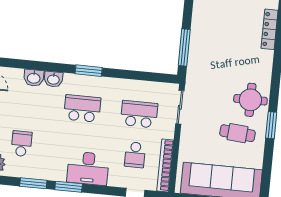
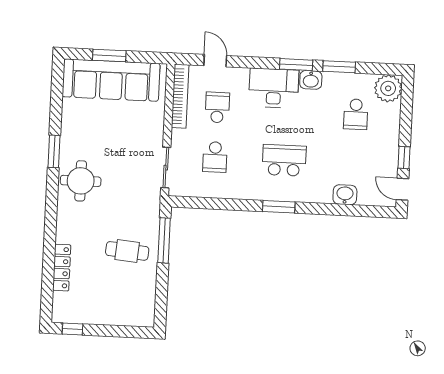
washbasin: (53, 79) -> (311, 80), moved, turned 180
school desk: (82, 109) -> (284, 160), turned 180
school desk: (139, 114) -> (215, 157), width x0.54
cafe table: (237, 133) -> (127, 251), moved

